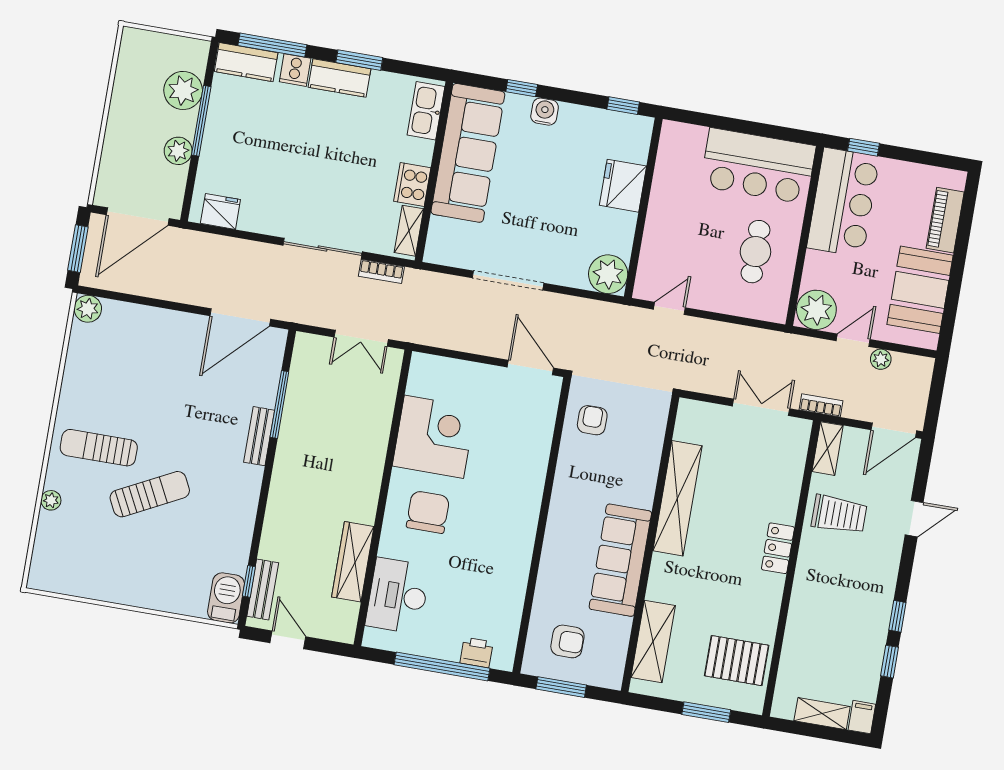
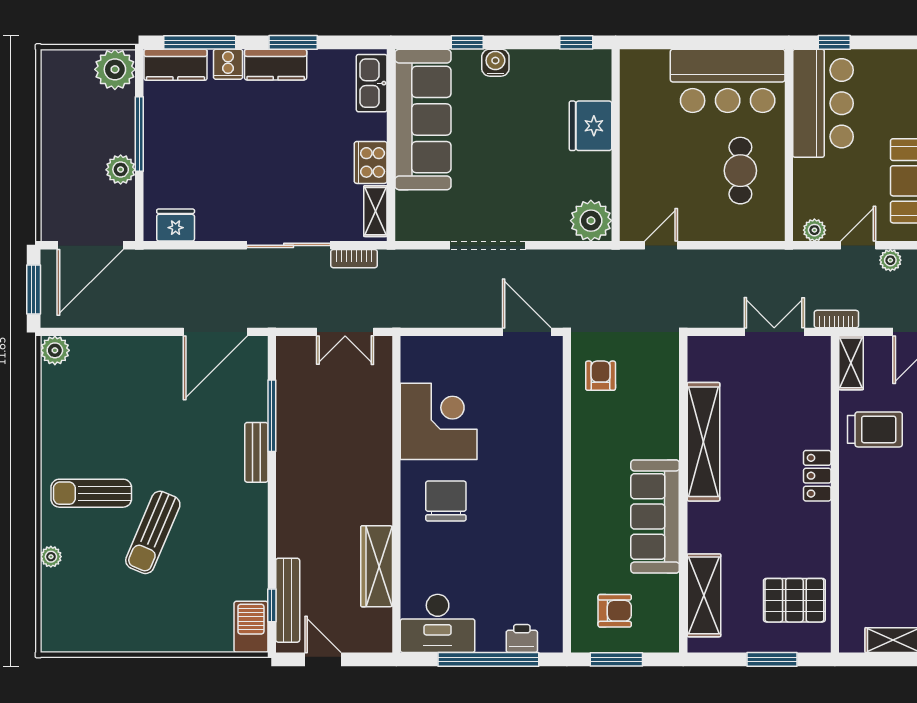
plant: (183, 90) -> (115, 69), moved
plant: (816, 310) -> (814, 230), width x0.53, depth x0.53
sun lounger: (150, 494) -> (153, 532), turned 140
bench: (263, 589) -> (288, 600), width x1.36
desk: (398, 596) -> (438, 623), moved, turned -90

